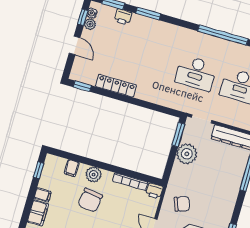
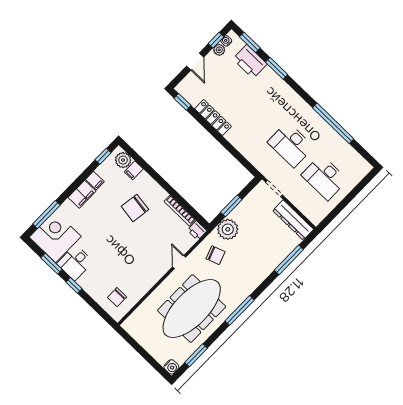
printer: (123, 17) -> (250, 62), width x1.87, depth x1.48
window: (178, 135) -> (231, 206), moved
plant: (187, 154) -> (228, 229), moved
plant: (94, 175) -> (123, 160), moved

